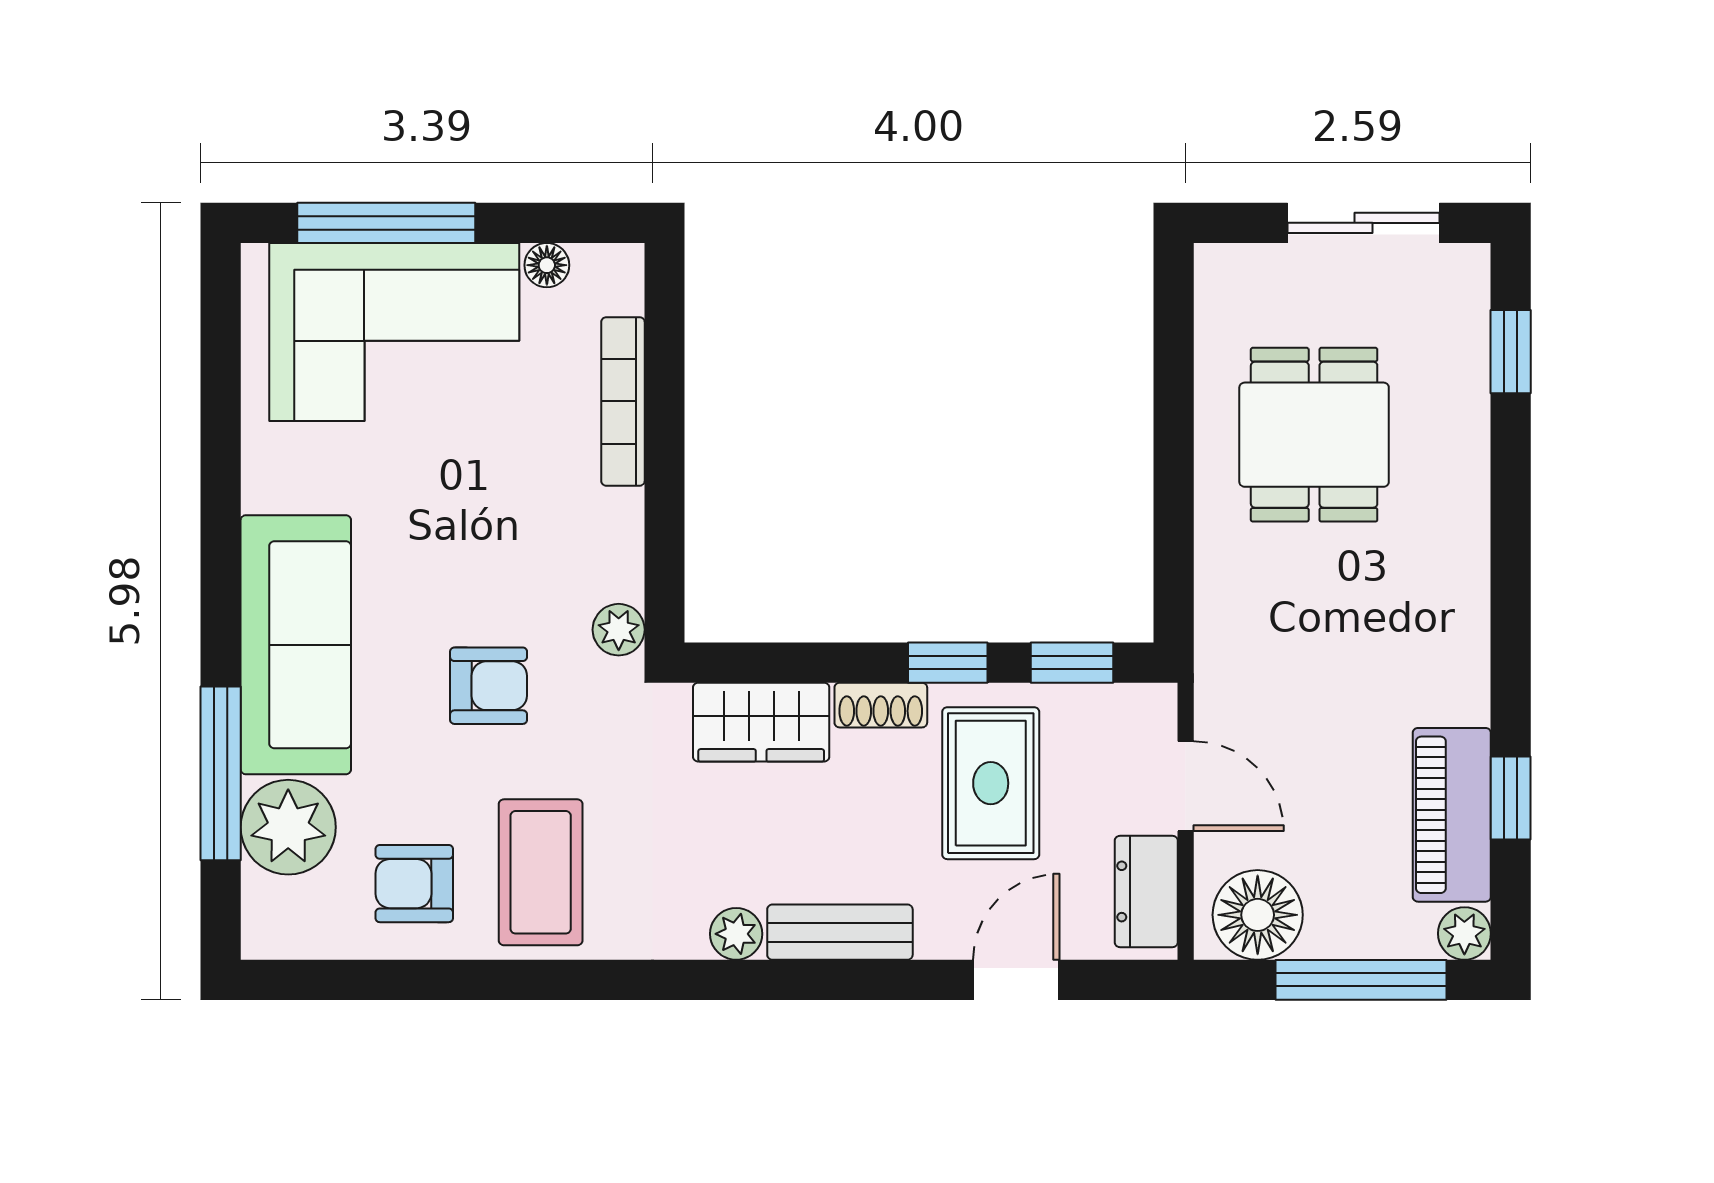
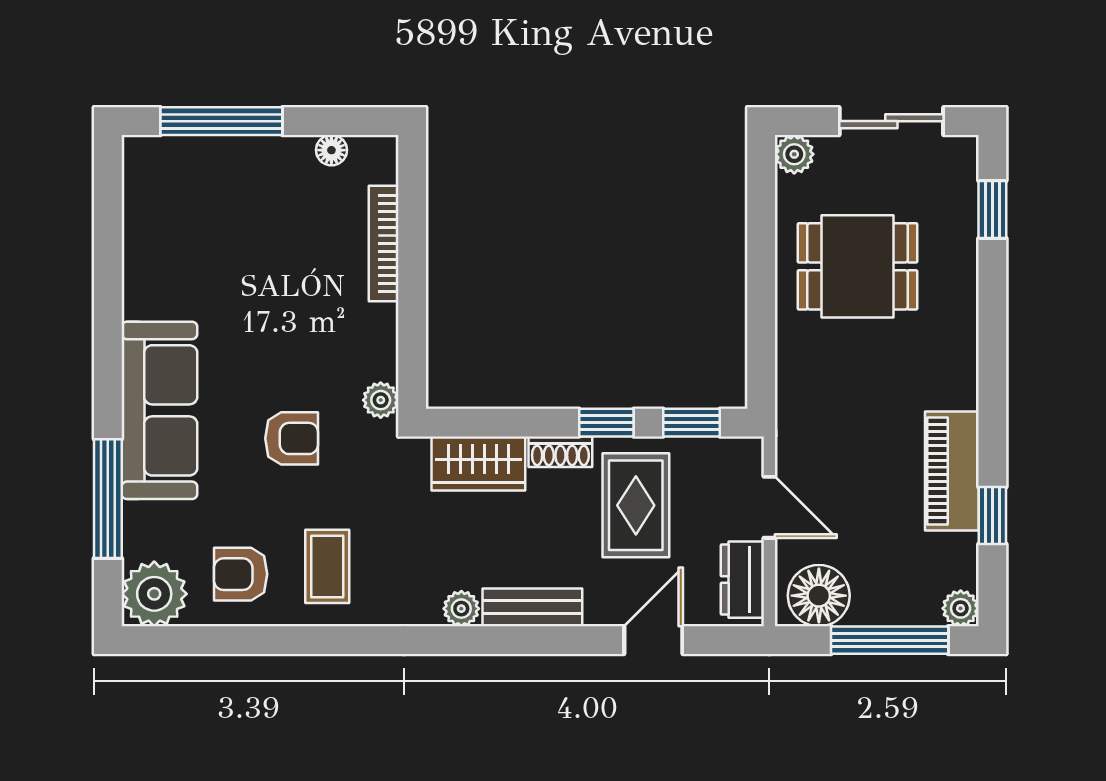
plant: (1222, 271) -> (794, 154), added
corner sofa: (394, 332) -> (227, 196), removed
dining table: (1314, 435) -> (857, 266), turned 90
piano: (1452, 815) -> (952, 471), moved
plant: (288, 827) -> (154, 594), moved
coffee table: (541, 872) -> (327, 566), width x0.73, depth x0.77

